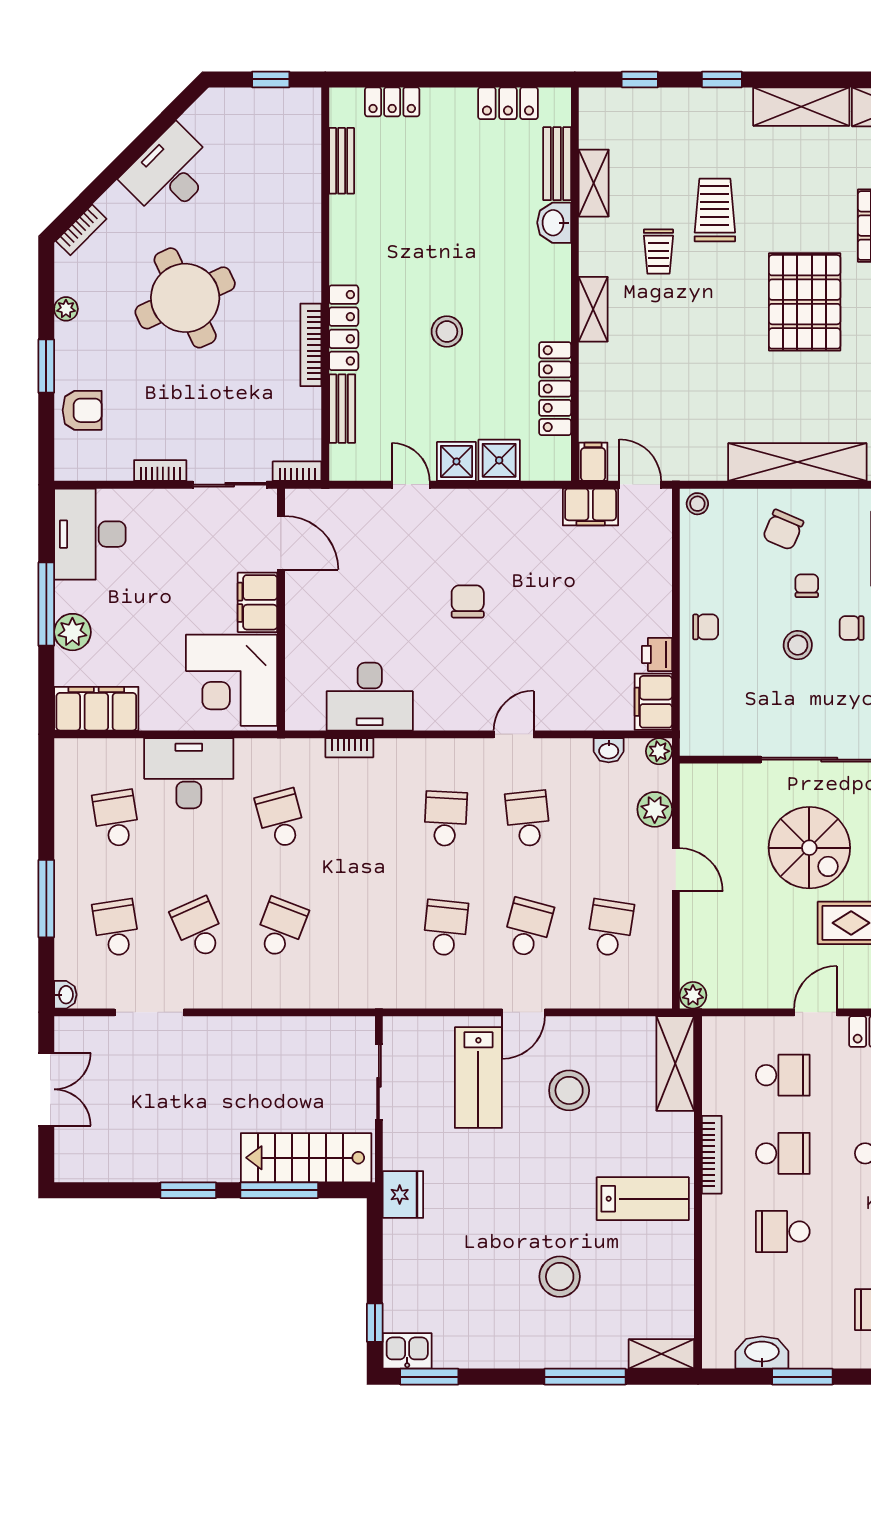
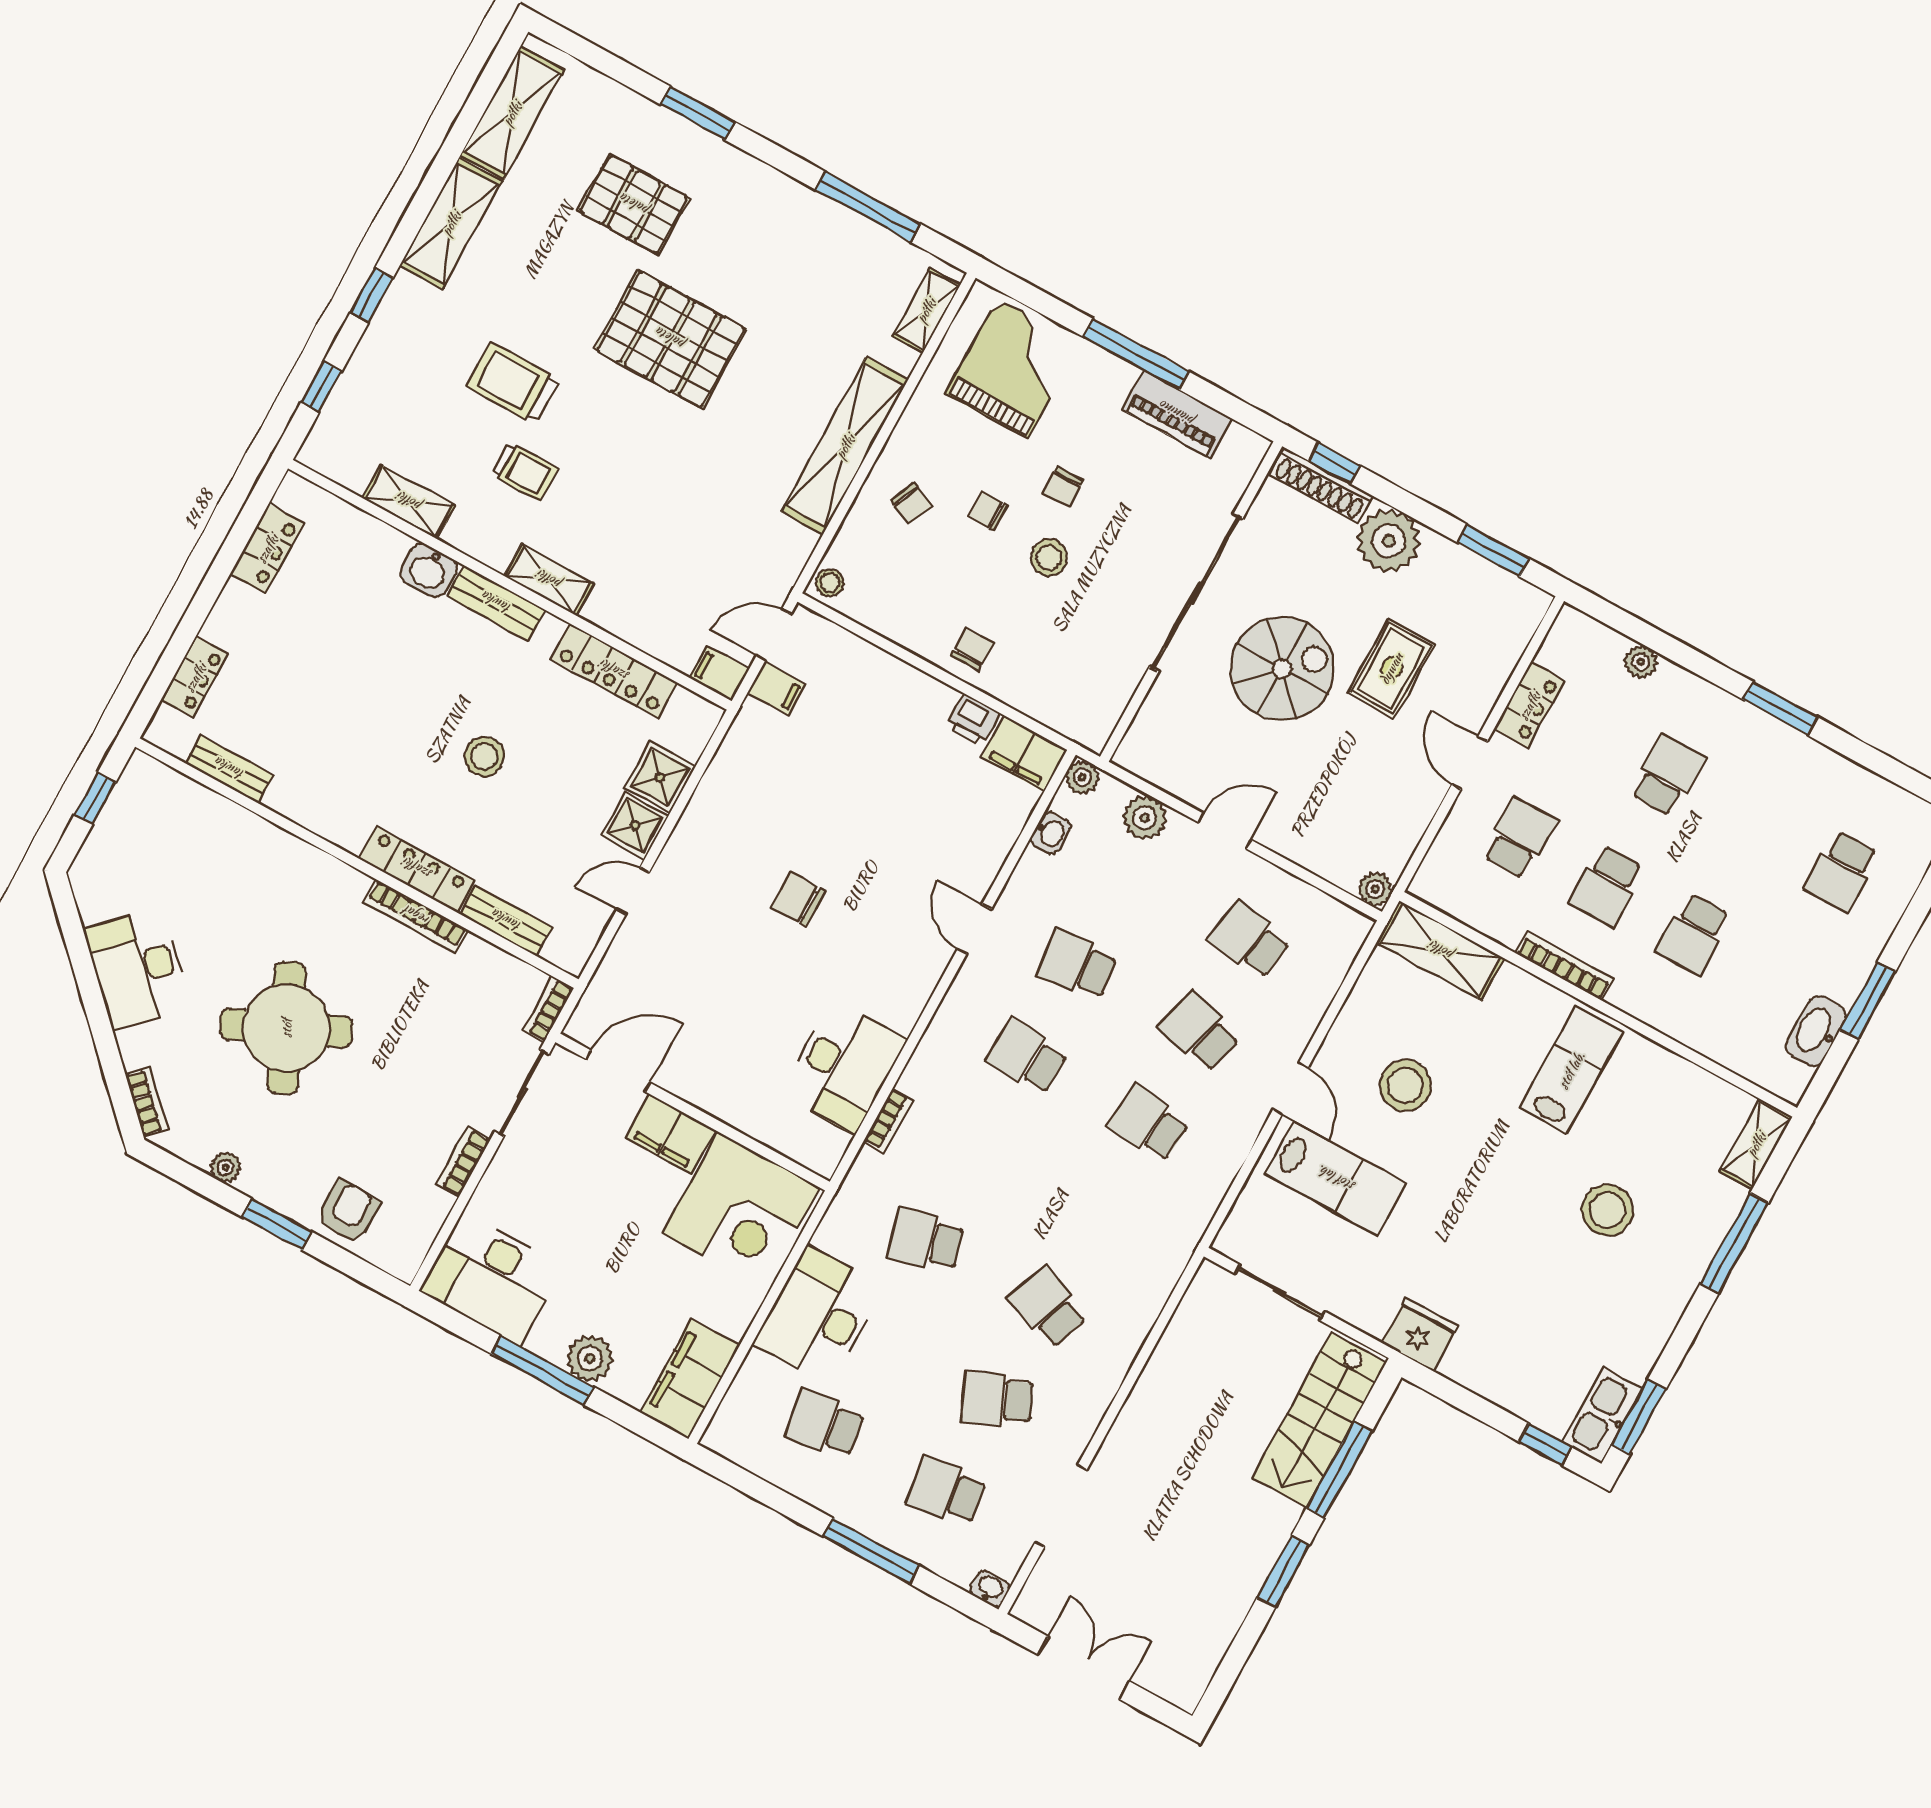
bench: (557, 164) -> (496, 603), moved
filing cabinet: (591, 507) -> (776, 688), width x0.50
chair: (783, 530) -> (911, 503), width x0.73, depth x0.73
school desk: (783, 1153) -> (1607, 886), turned 180
kitchen sink: (407, 1351) -> (1602, 1416), width x1.38

